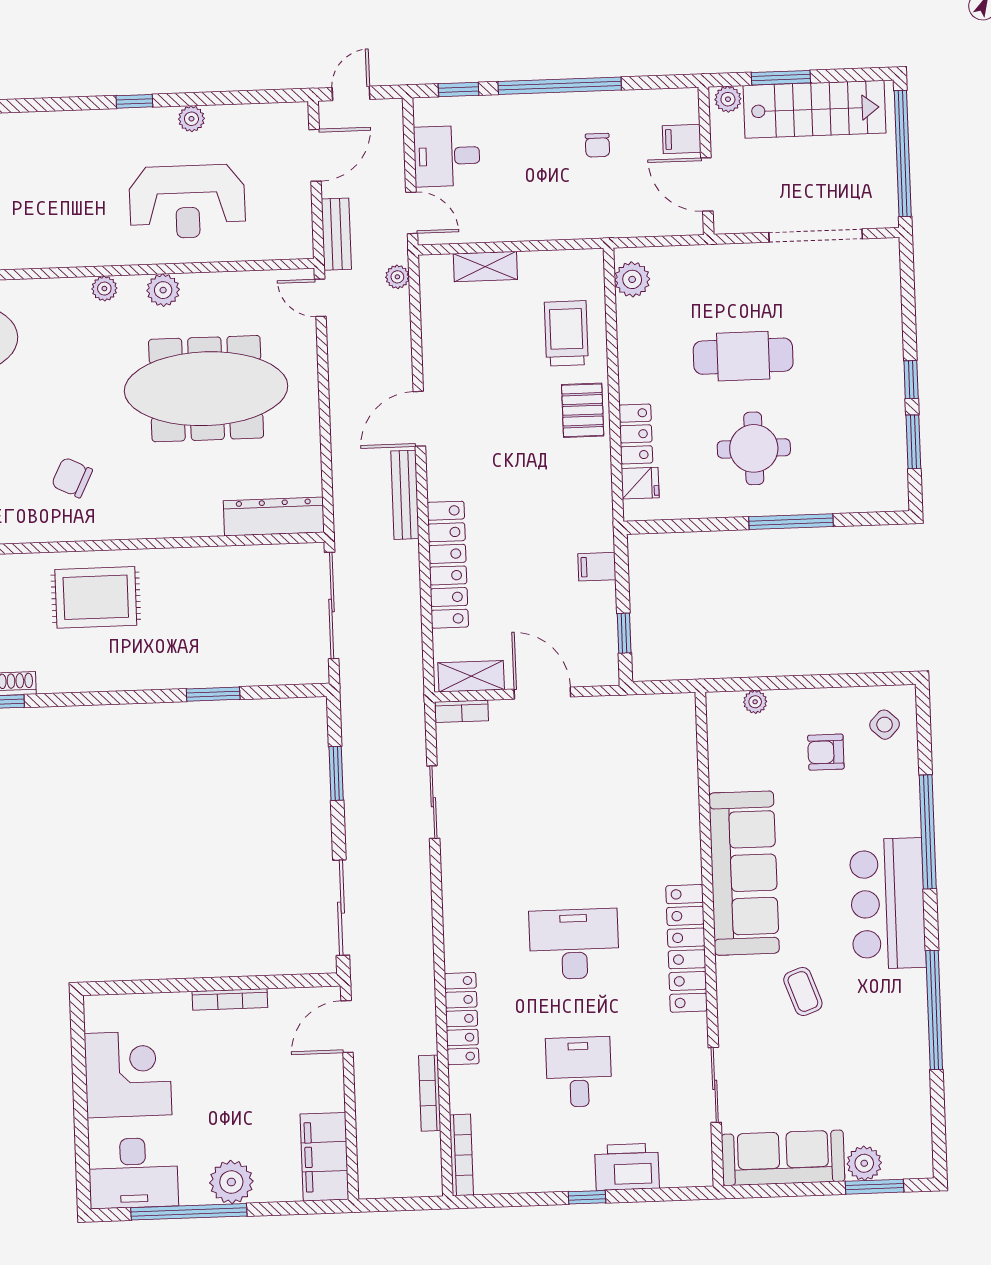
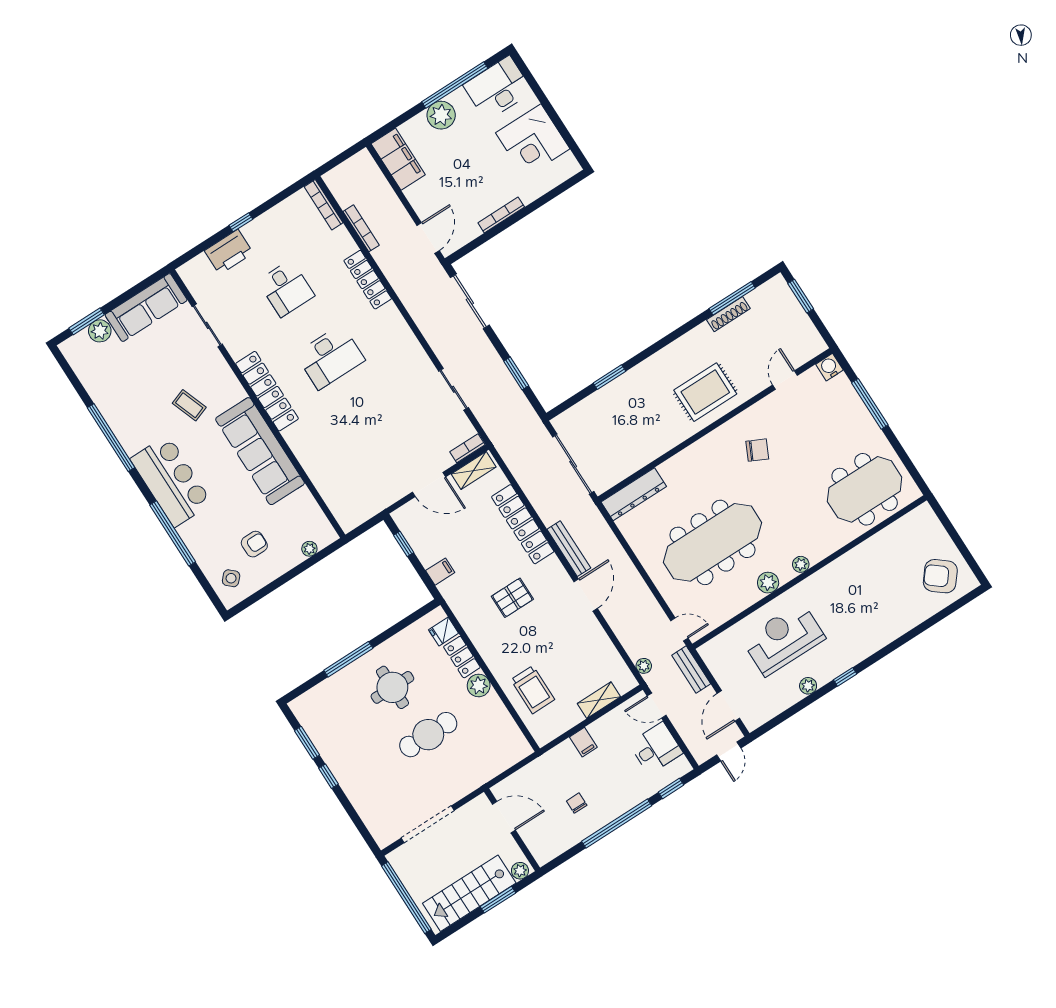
filing cabinet: (682, 139) -> (583, 742), moved, turned 90
plant: (632, 279) -> (479, 685), moved
pallet: (583, 410) -> (512, 598), moved, turned 90

